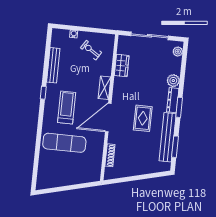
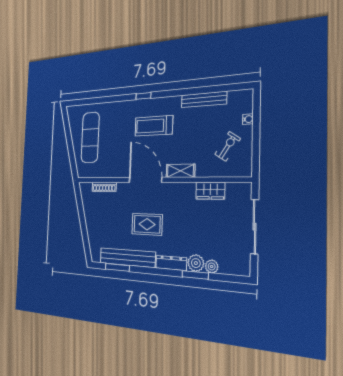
plant: (178, 52) -> (212, 266), moved
window: (43, 93) -> (143, 96), moved
treadmill: (67, 107) -> (154, 126), turned 180
window: (179, 107) -> (195, 275), moved
exercise mat: (64, 143) -> (90, 137), moved

